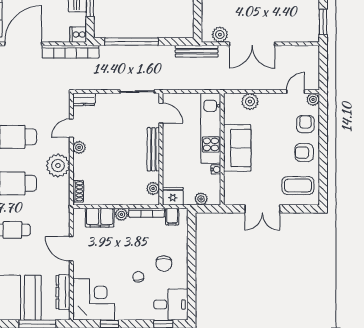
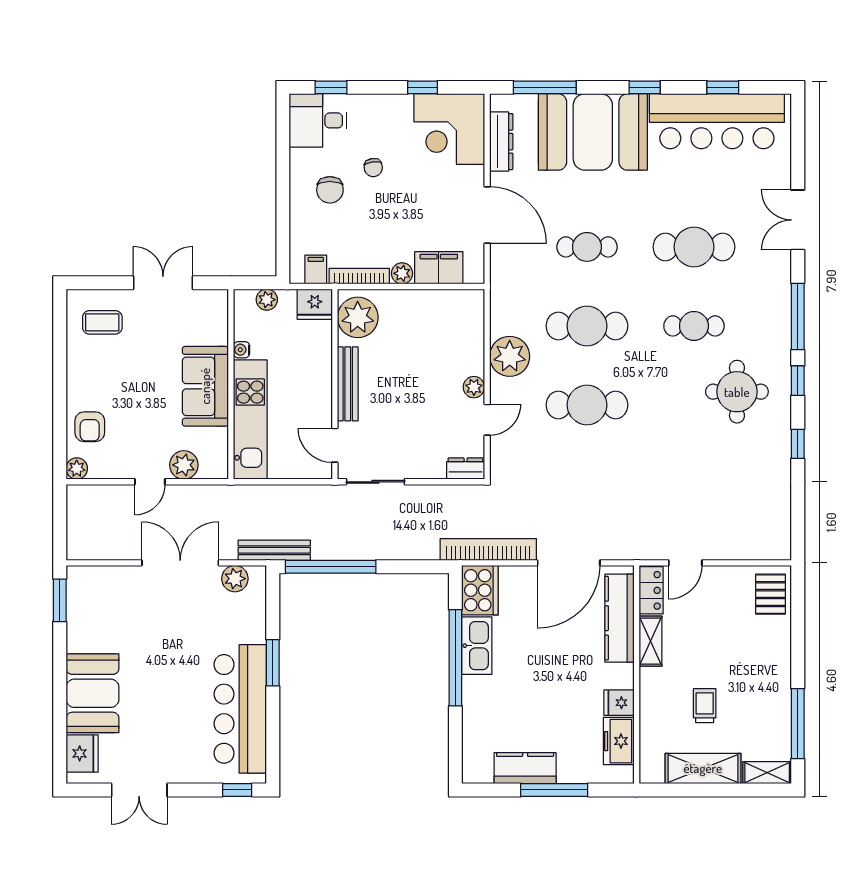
cooker: (78, 35) -> (480, 590), width x1.87, depth x1.31
window: (131, 42) -> (331, 567), moved
door: (296, 92) -> (150, 482), moved
armchair: (304, 153) -> (92, 378), removed
coffee table: (298, 186) -> (102, 322), width x0.73, depth x0.77
plant: (153, 188) -> (358, 317), width x1.88, depth x1.88
shoe rack: (78, 191) -> (475, 313), removed
door: (71, 249) -> (487, 215), width x1.36
chair: (164, 264) -> (330, 190), turned 180

